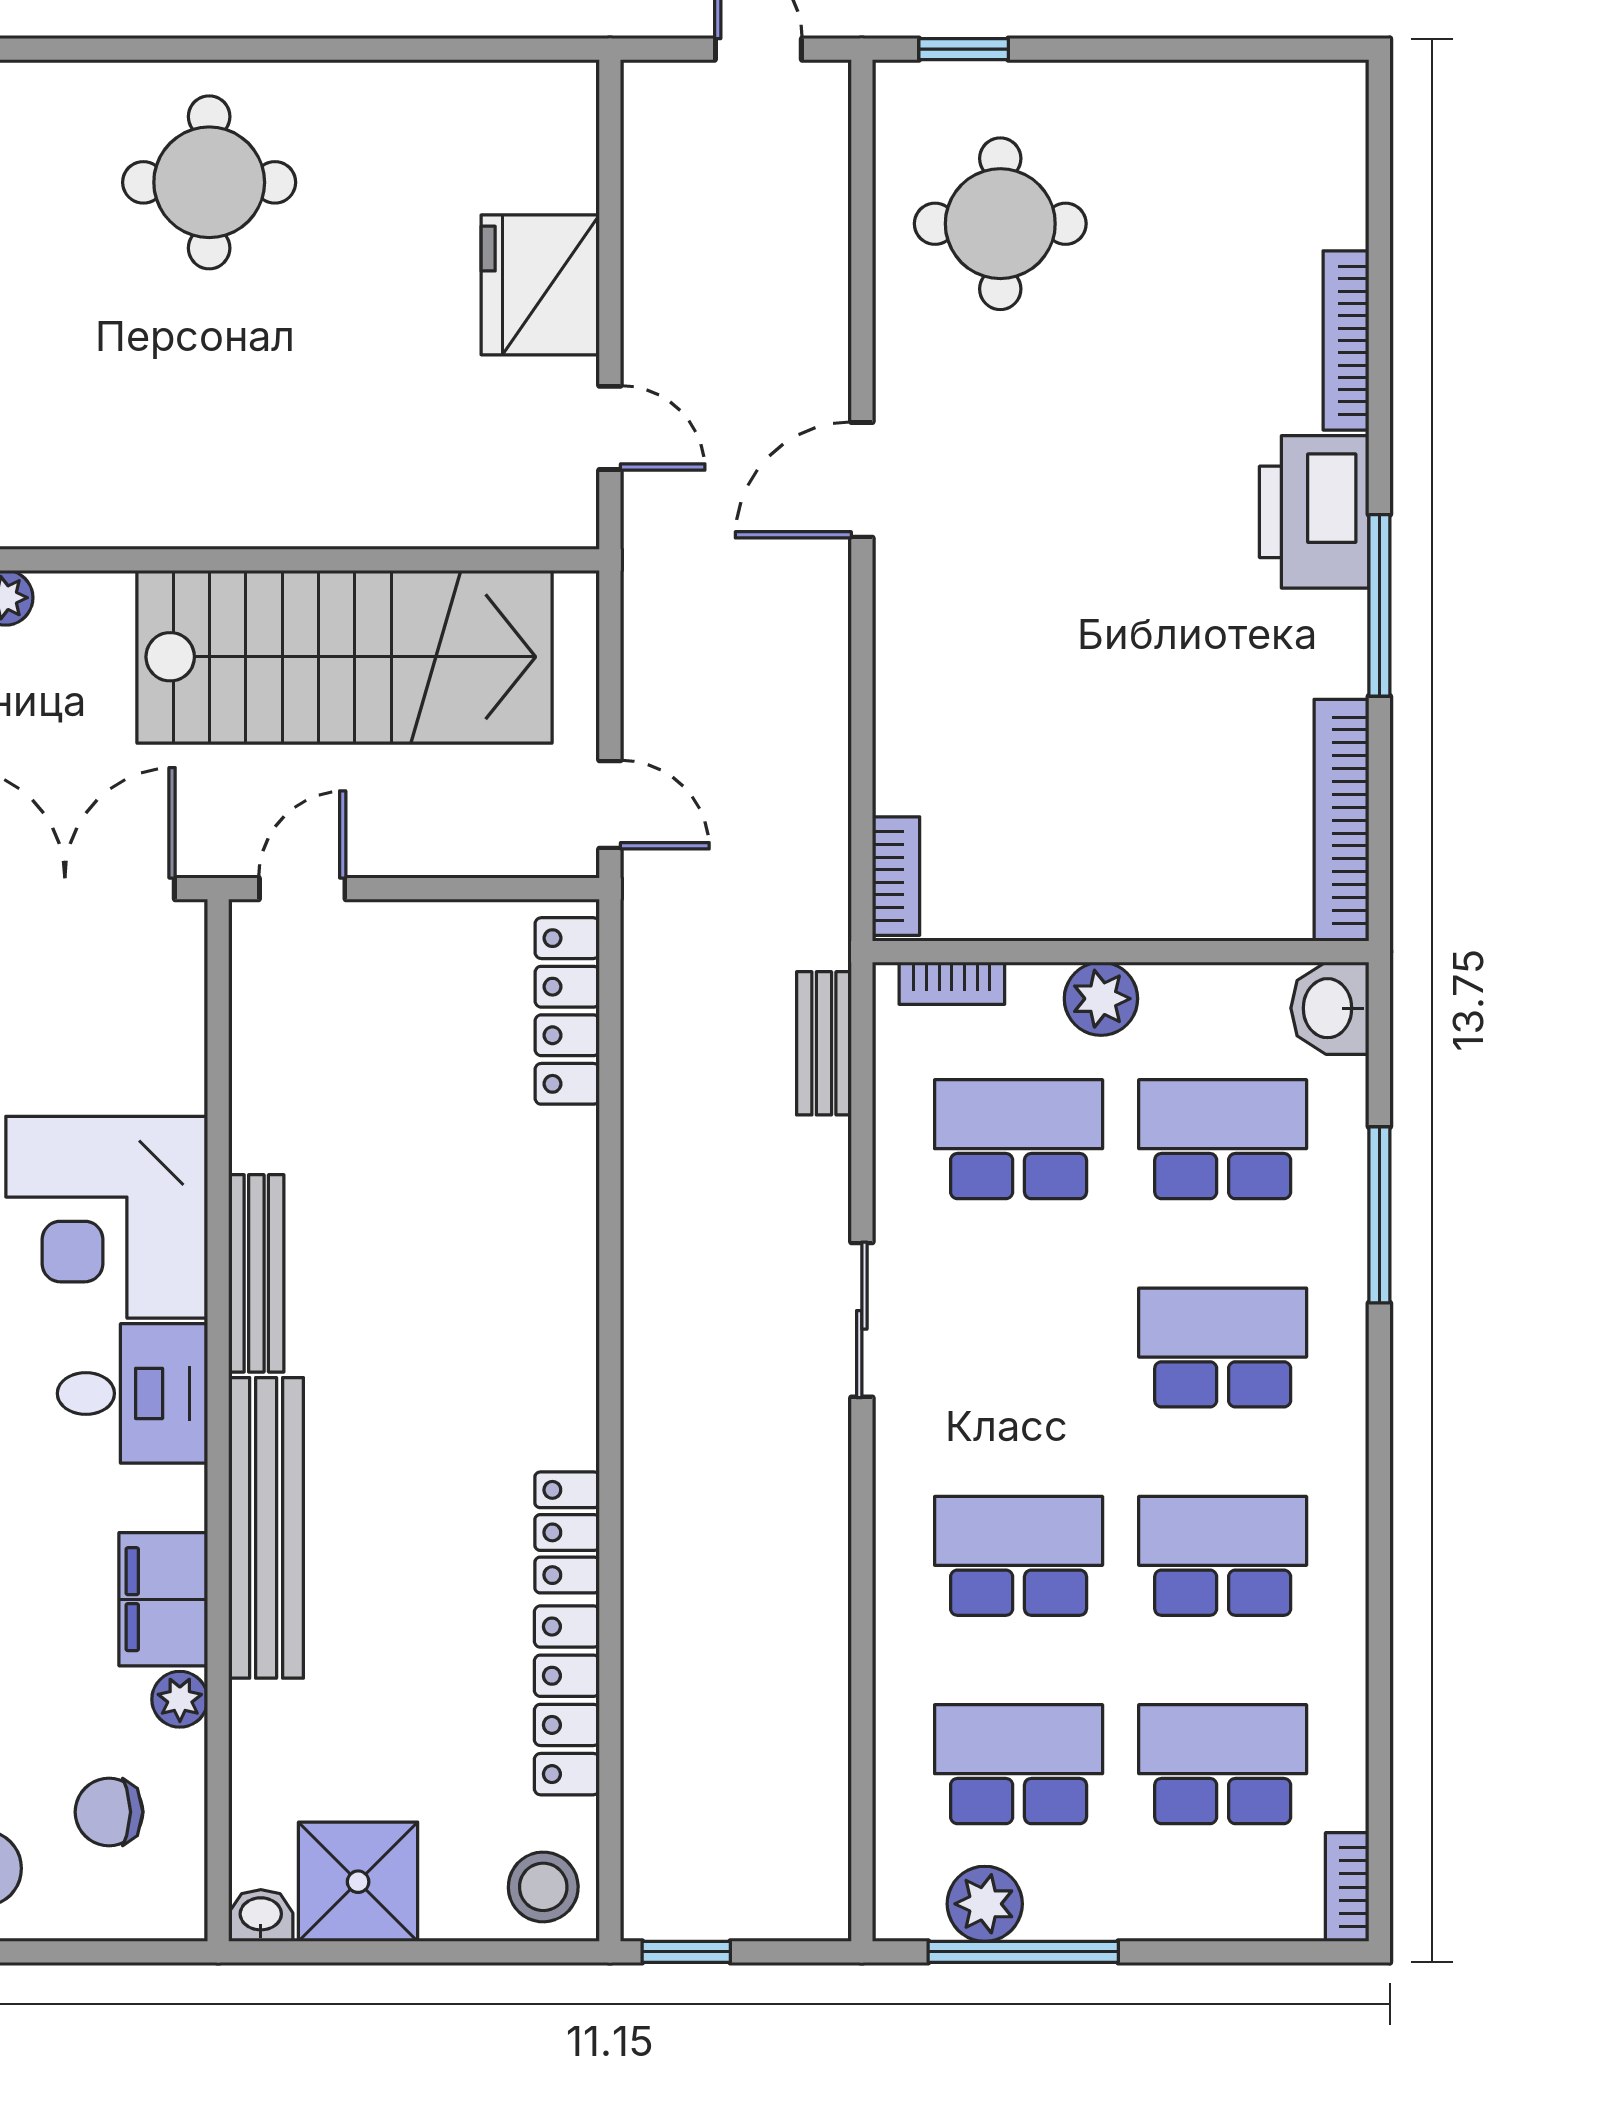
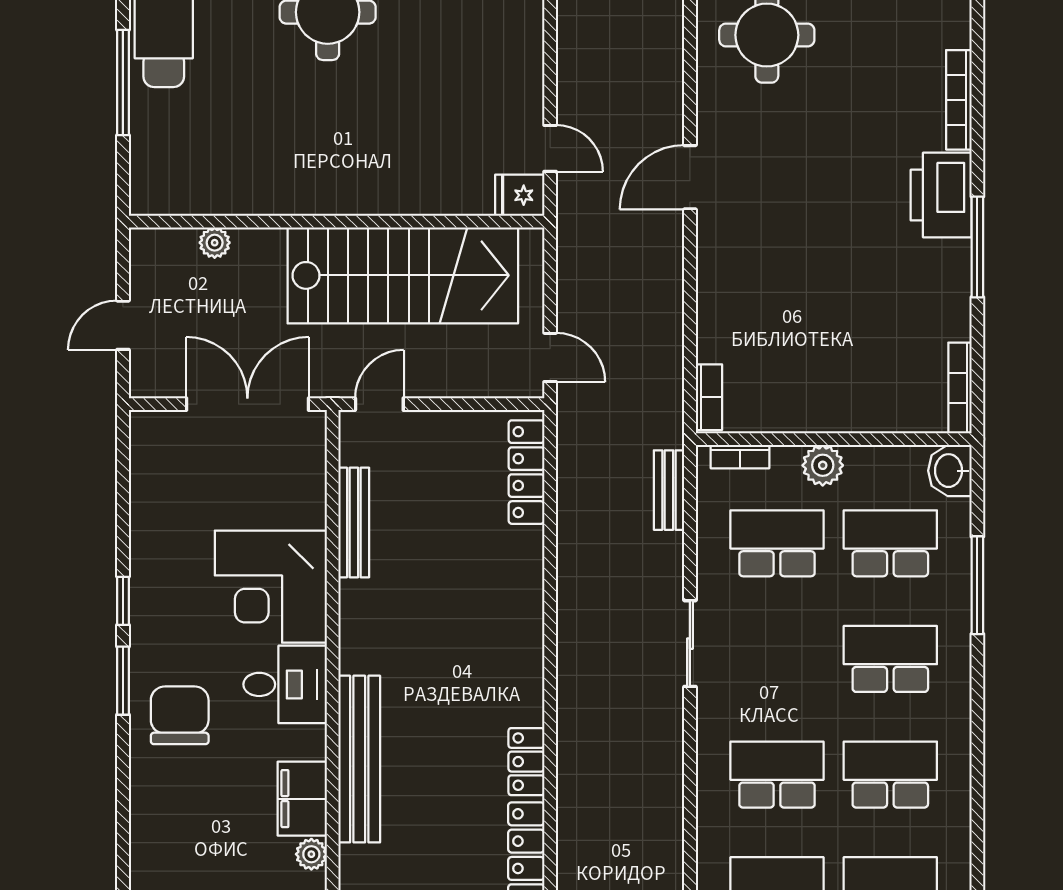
fridge: (540, 285) -> (520, 195), moved, width x0.53, depth x0.75
bookcase: (1341, 820) -> (960, 388), width x0.68, depth x0.76
bench: (256, 1273) -> (354, 522), moved

